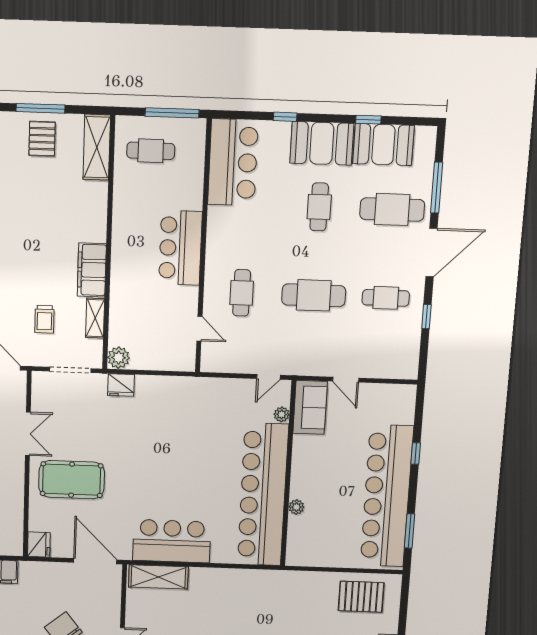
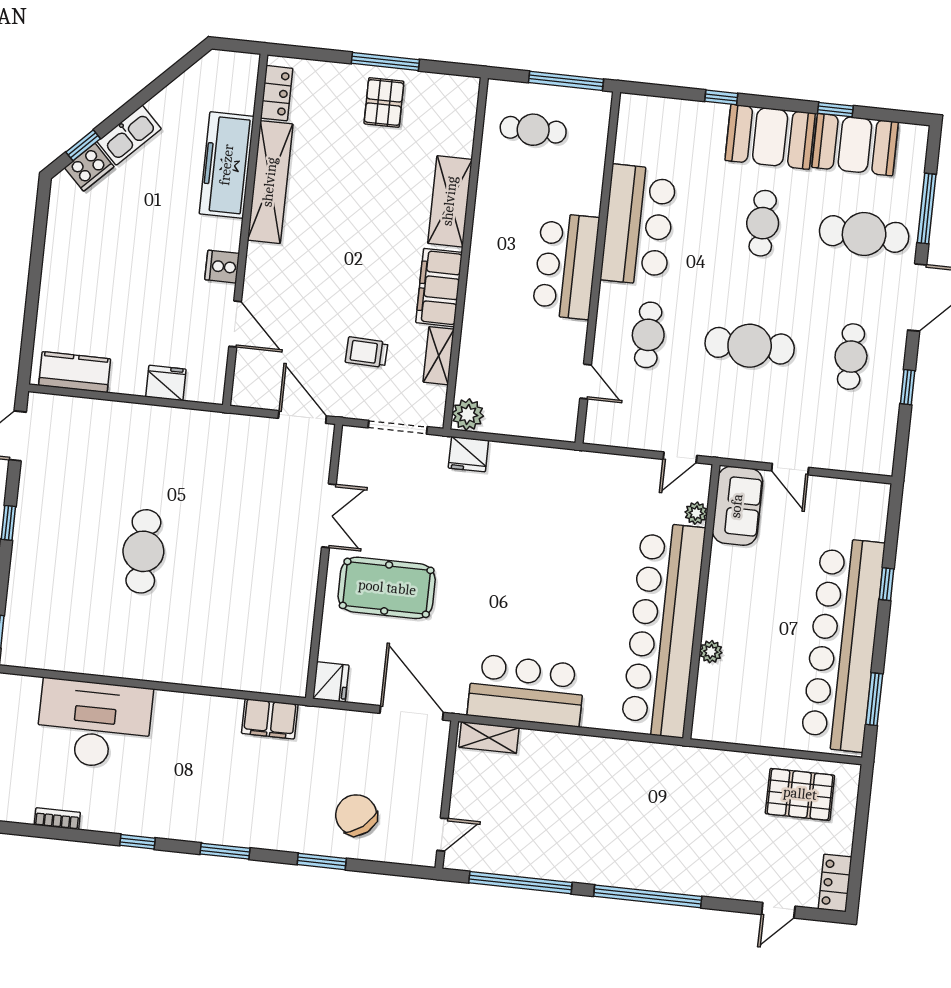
shelving: (97, 147) -> (450, 201), moved
bar counter: (233, 162) -> (638, 225), moved
cafe table: (386, 298) -> (851, 357), turned 90
trolley: (44, 319) -> (367, 352), turned 92
shelving: (158, 577) -> (489, 738), width x0.67, depth x0.75

